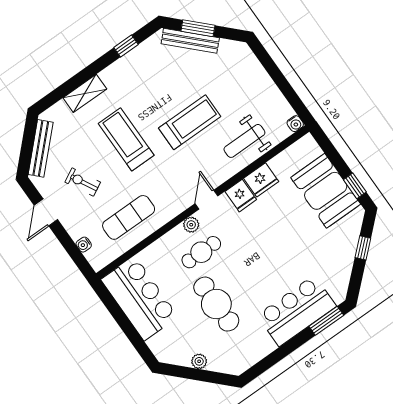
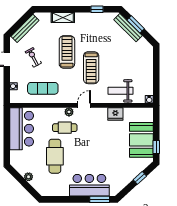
treadmill: (190, 122) -> (91, 68), moved, turned 90
fridge: (241, 196) -> (101, 115), removed

